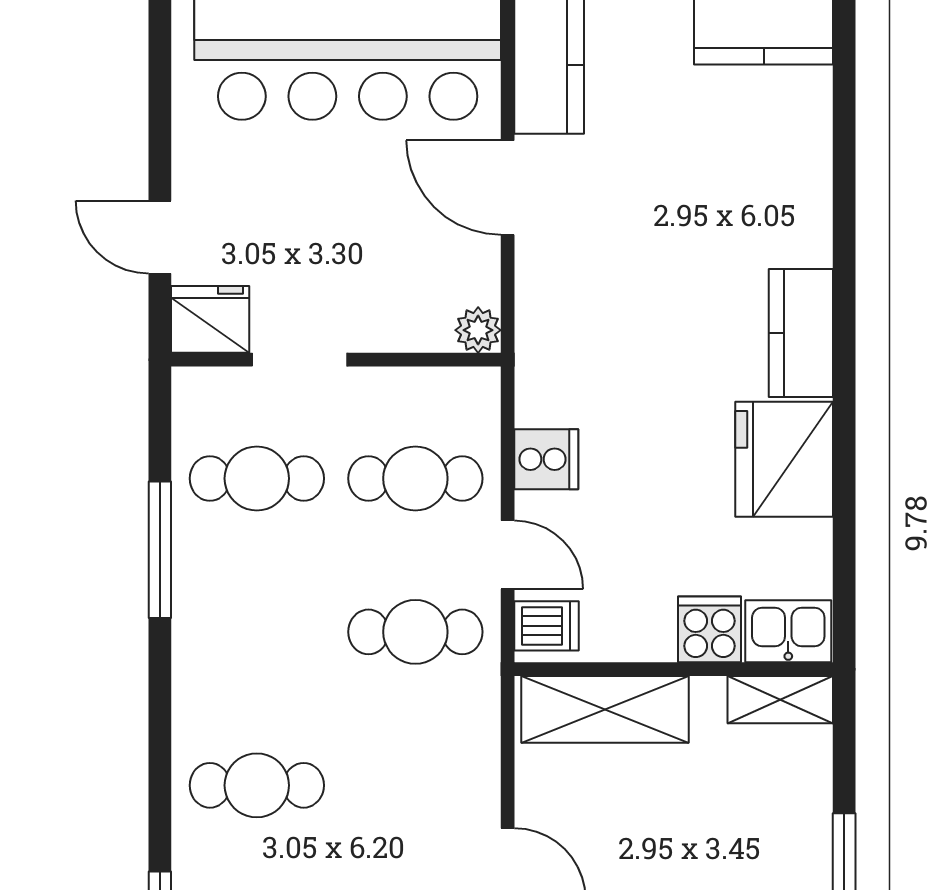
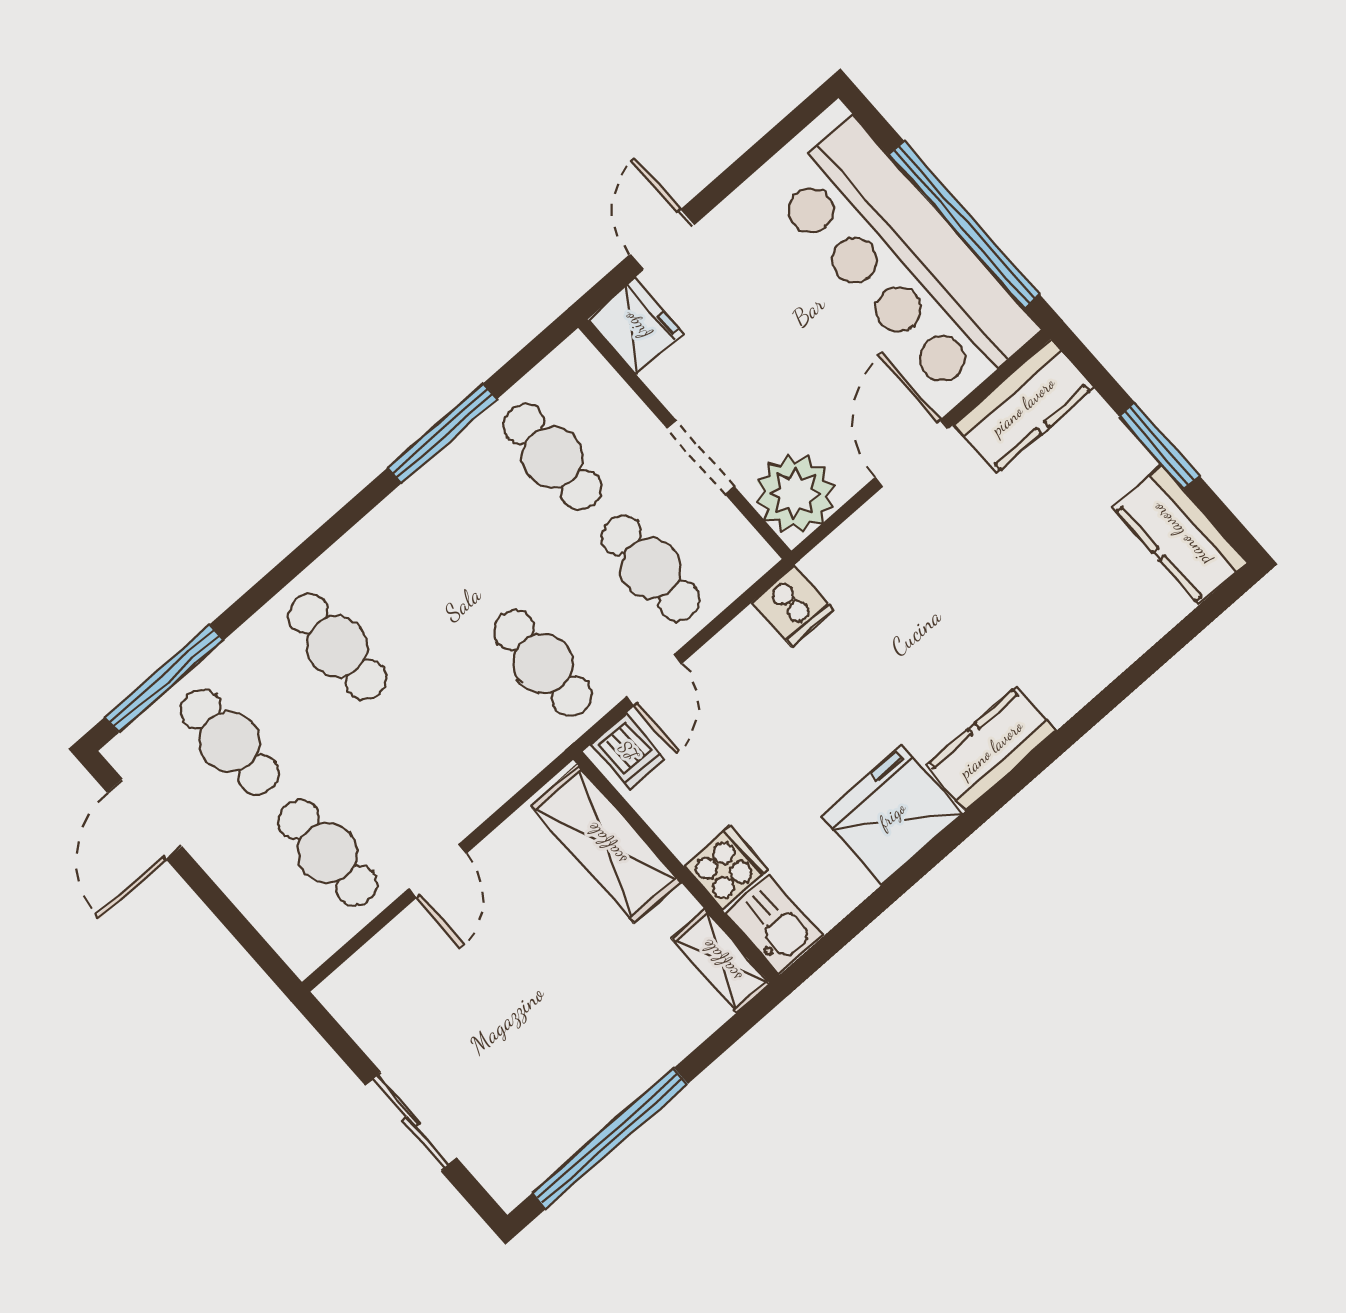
plant: (478, 330) -> (795, 494), width x1.87, depth x1.87
doorway: (300, 360) -> (701, 458), moved
cooker: (546, 459) -> (793, 606), moved

